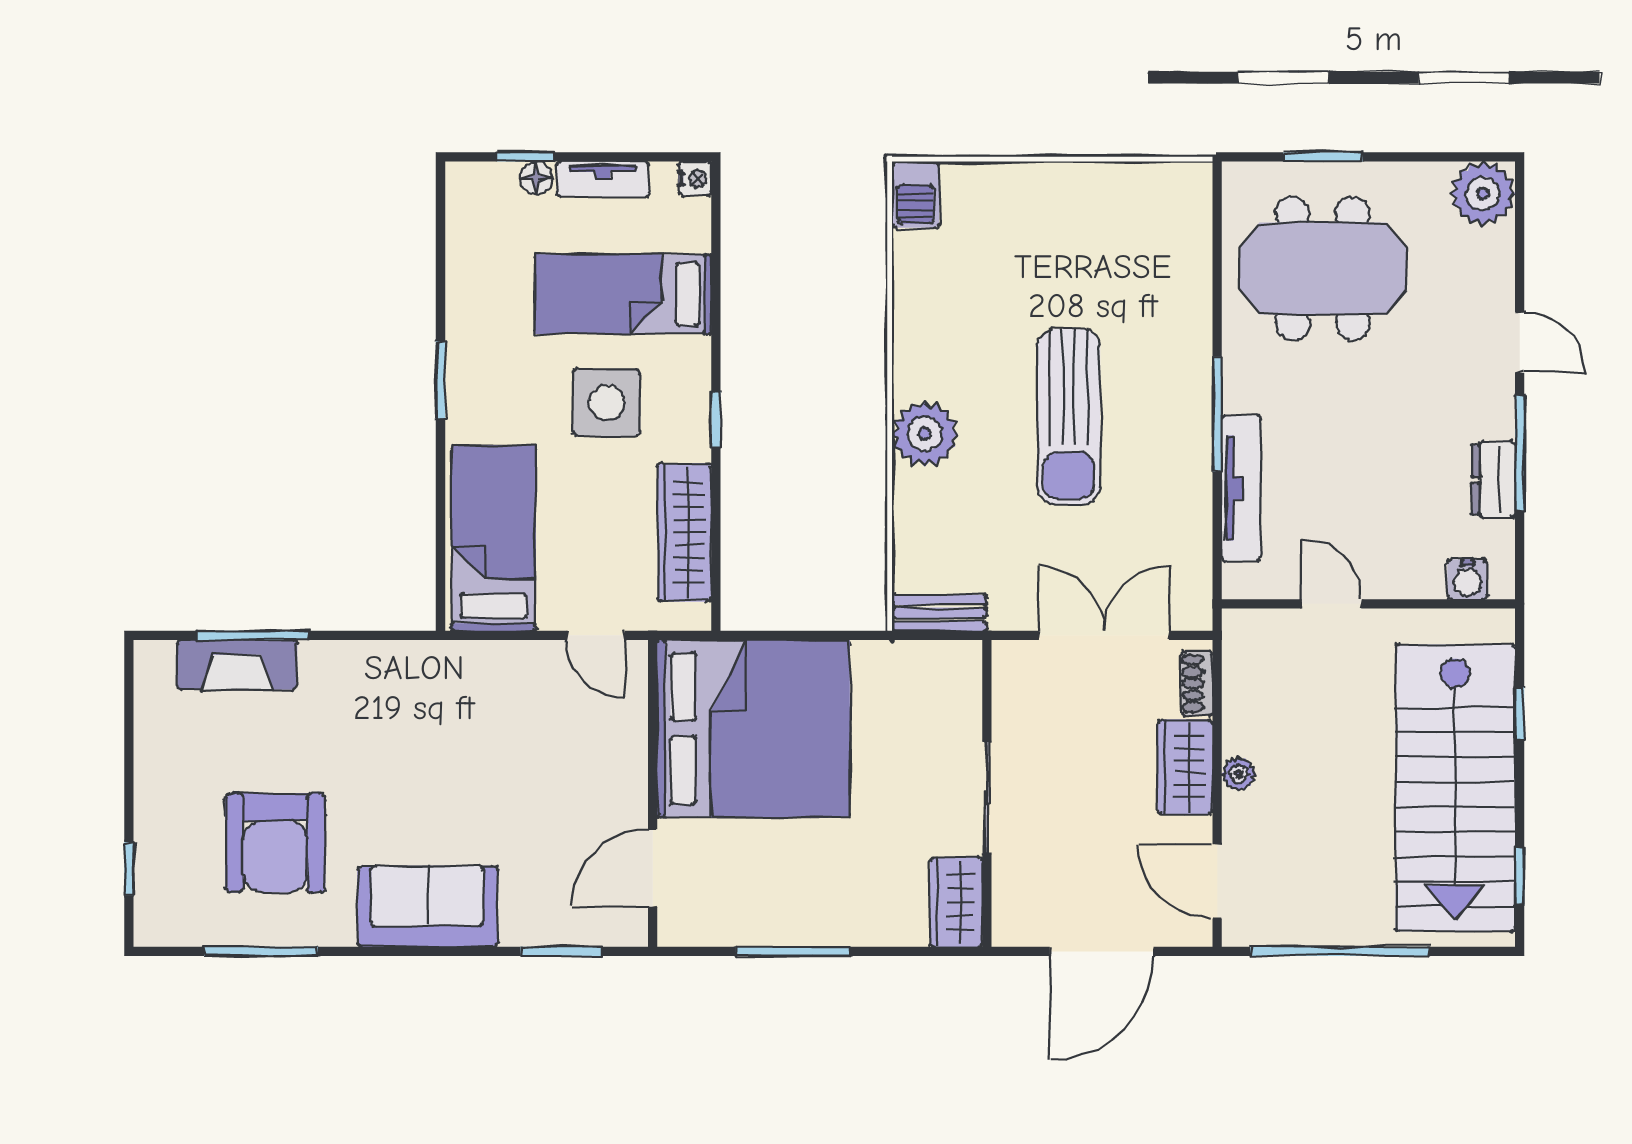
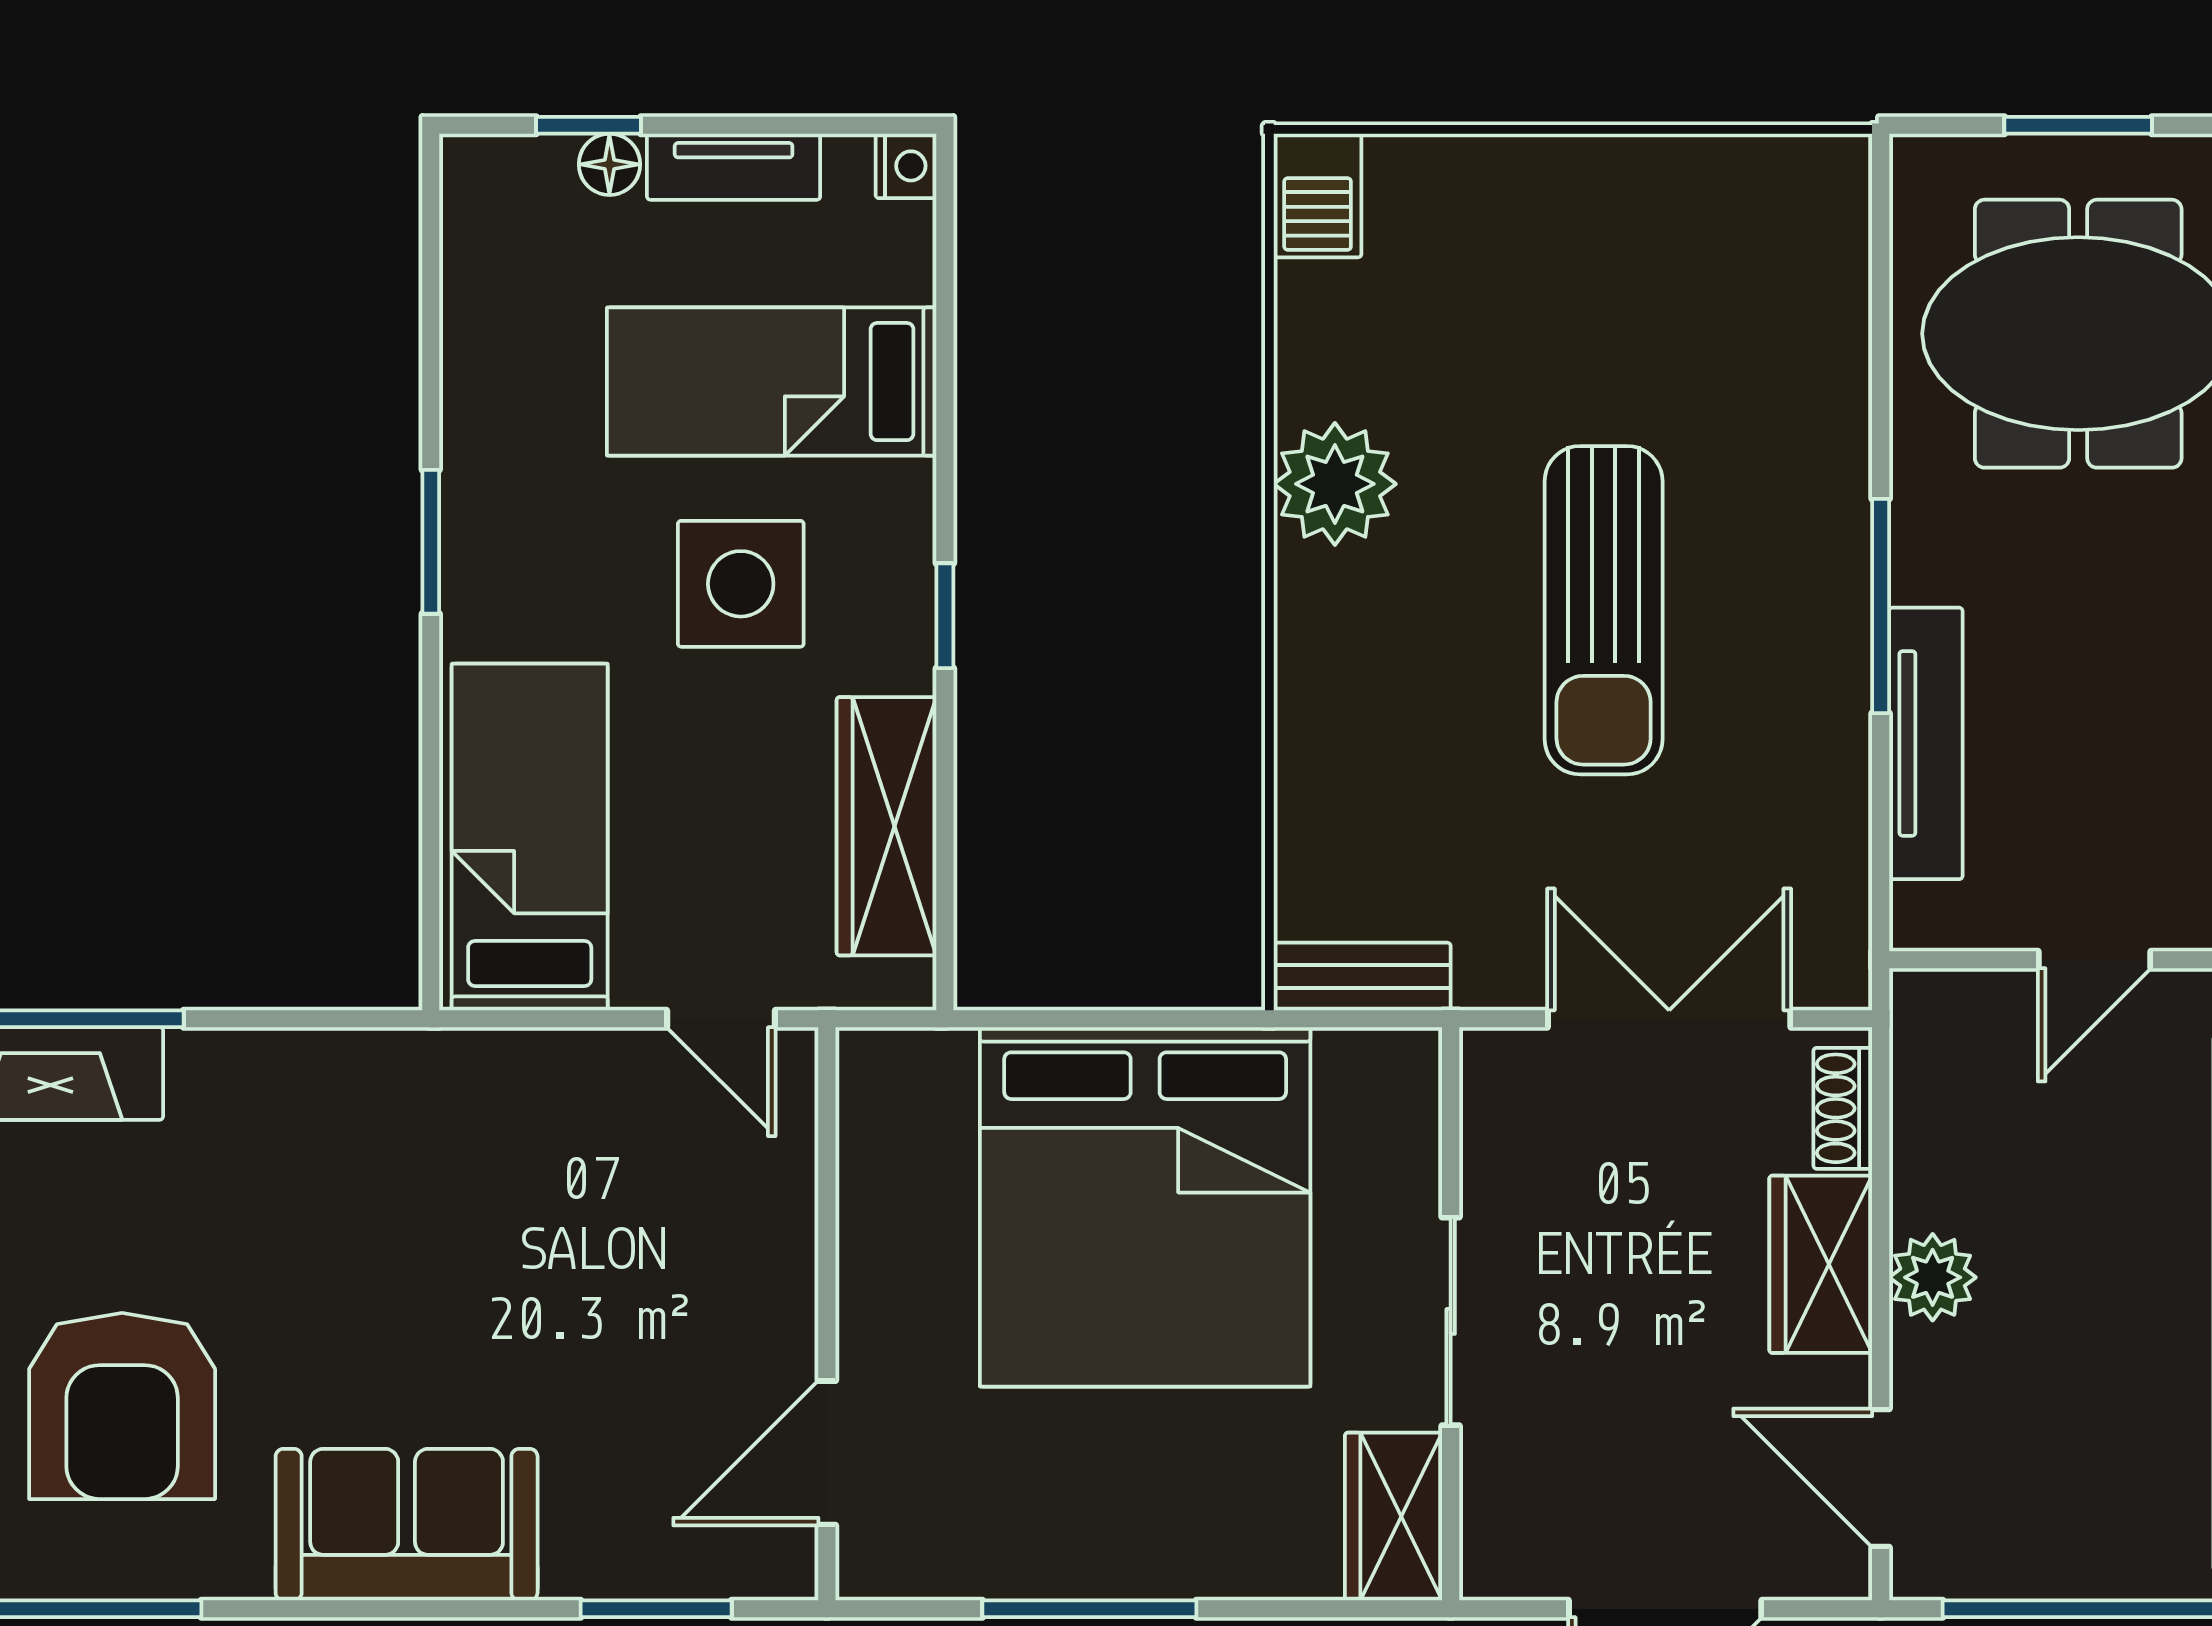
plant: (925, 434) -> (1335, 484), moved
door: (1332, 604) -> (2094, 960), swing flipped
bed: (753, 729) -> (1145, 1207), moved, turned 90
plant: (1239, 774) -> (1933, 1277), width x1.38, depth x1.38

